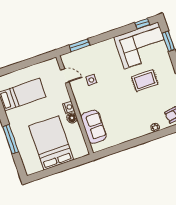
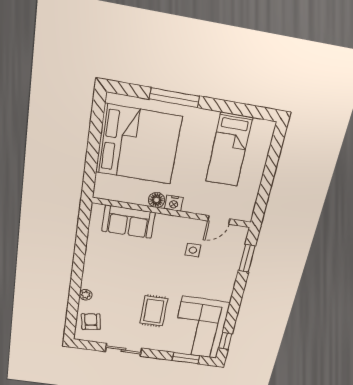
bed: (51, 143) -> (138, 145), width x1.36

